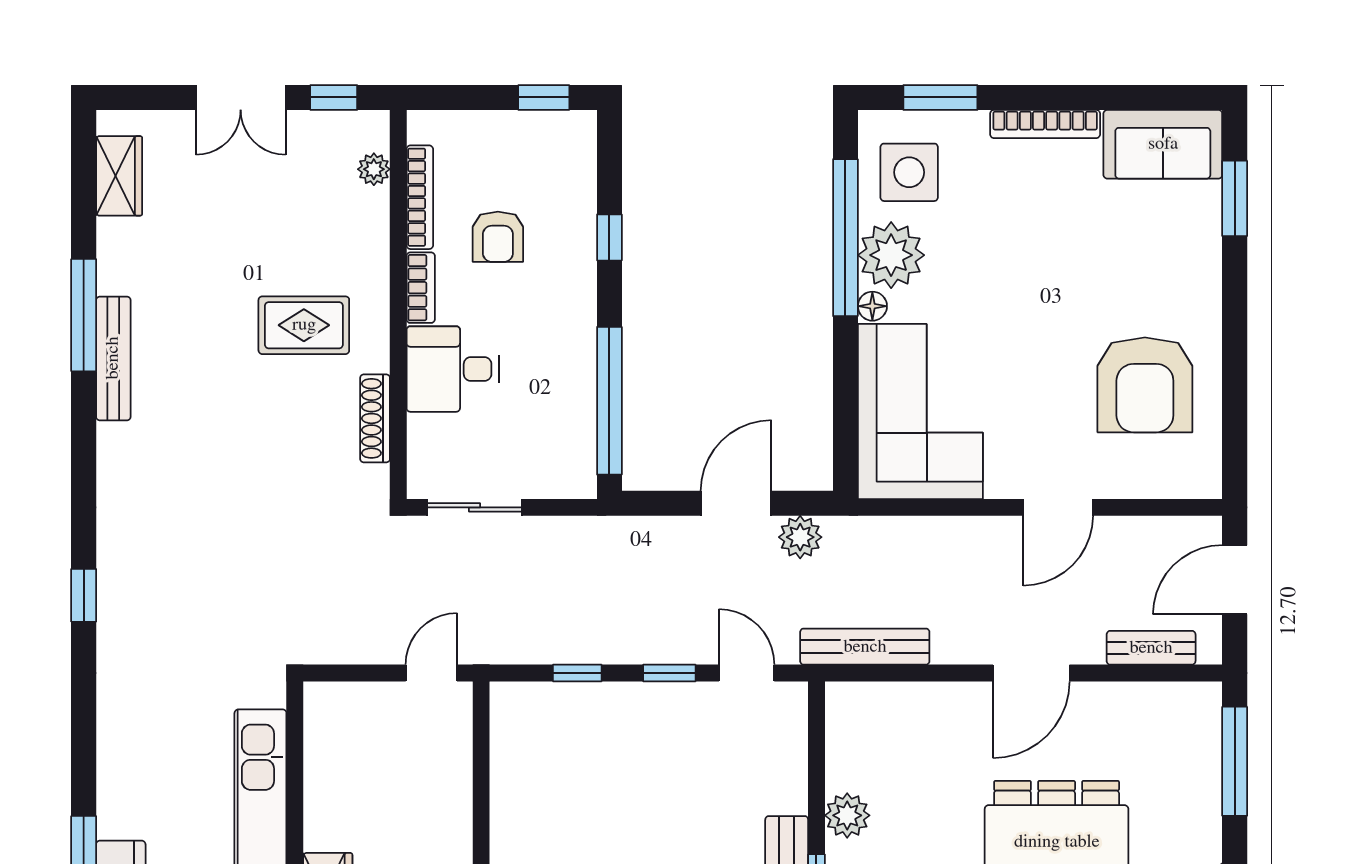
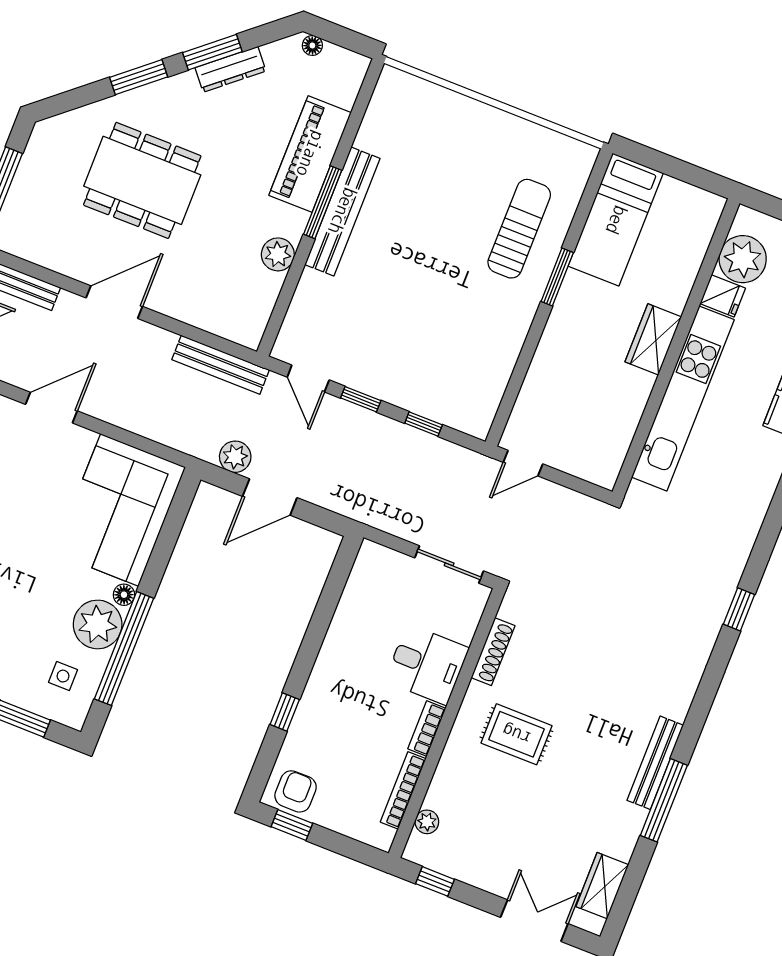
double door: (241, 97) -> (534, 921), moved
side table: (909, 172) -> (63, 676), width x0.54, depth x0.54
armchair: (498, 237) -> (296, 791), moved
window: (609, 401) -> (329, 601), removed

